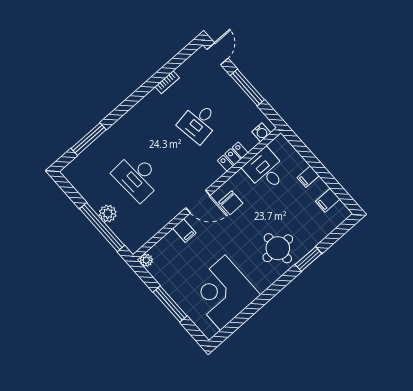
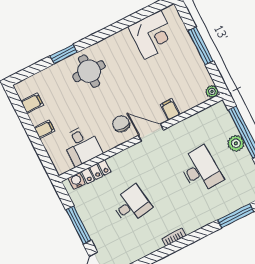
bookcase: (167, 82) -> (174, 237), moved
locker: (233, 157) -> (96, 172), moved
corner desk: (223, 293) -> (153, 35), width x0.74, depth x0.74

